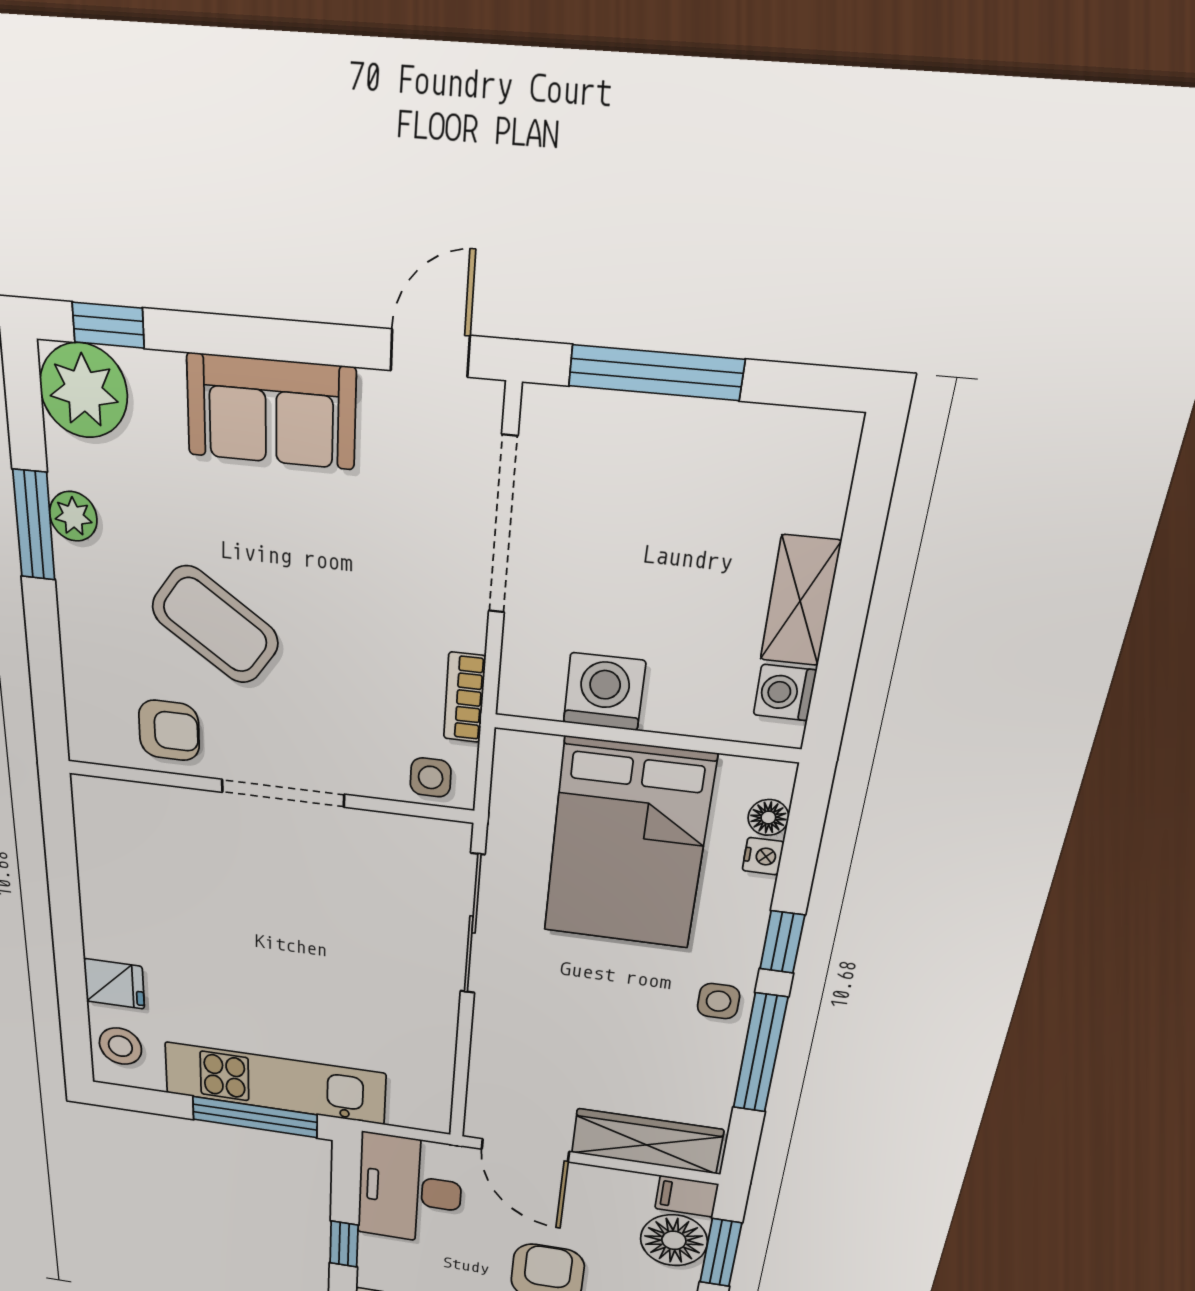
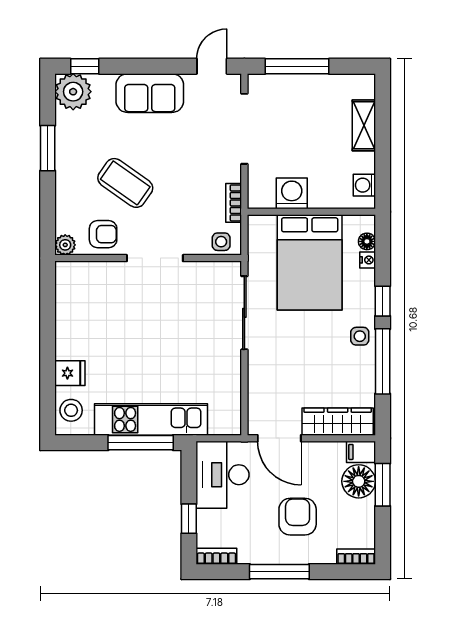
plant: (73, 516) -> (65, 245), moved
shelving: (800, 601) -> (364, 125), moved

